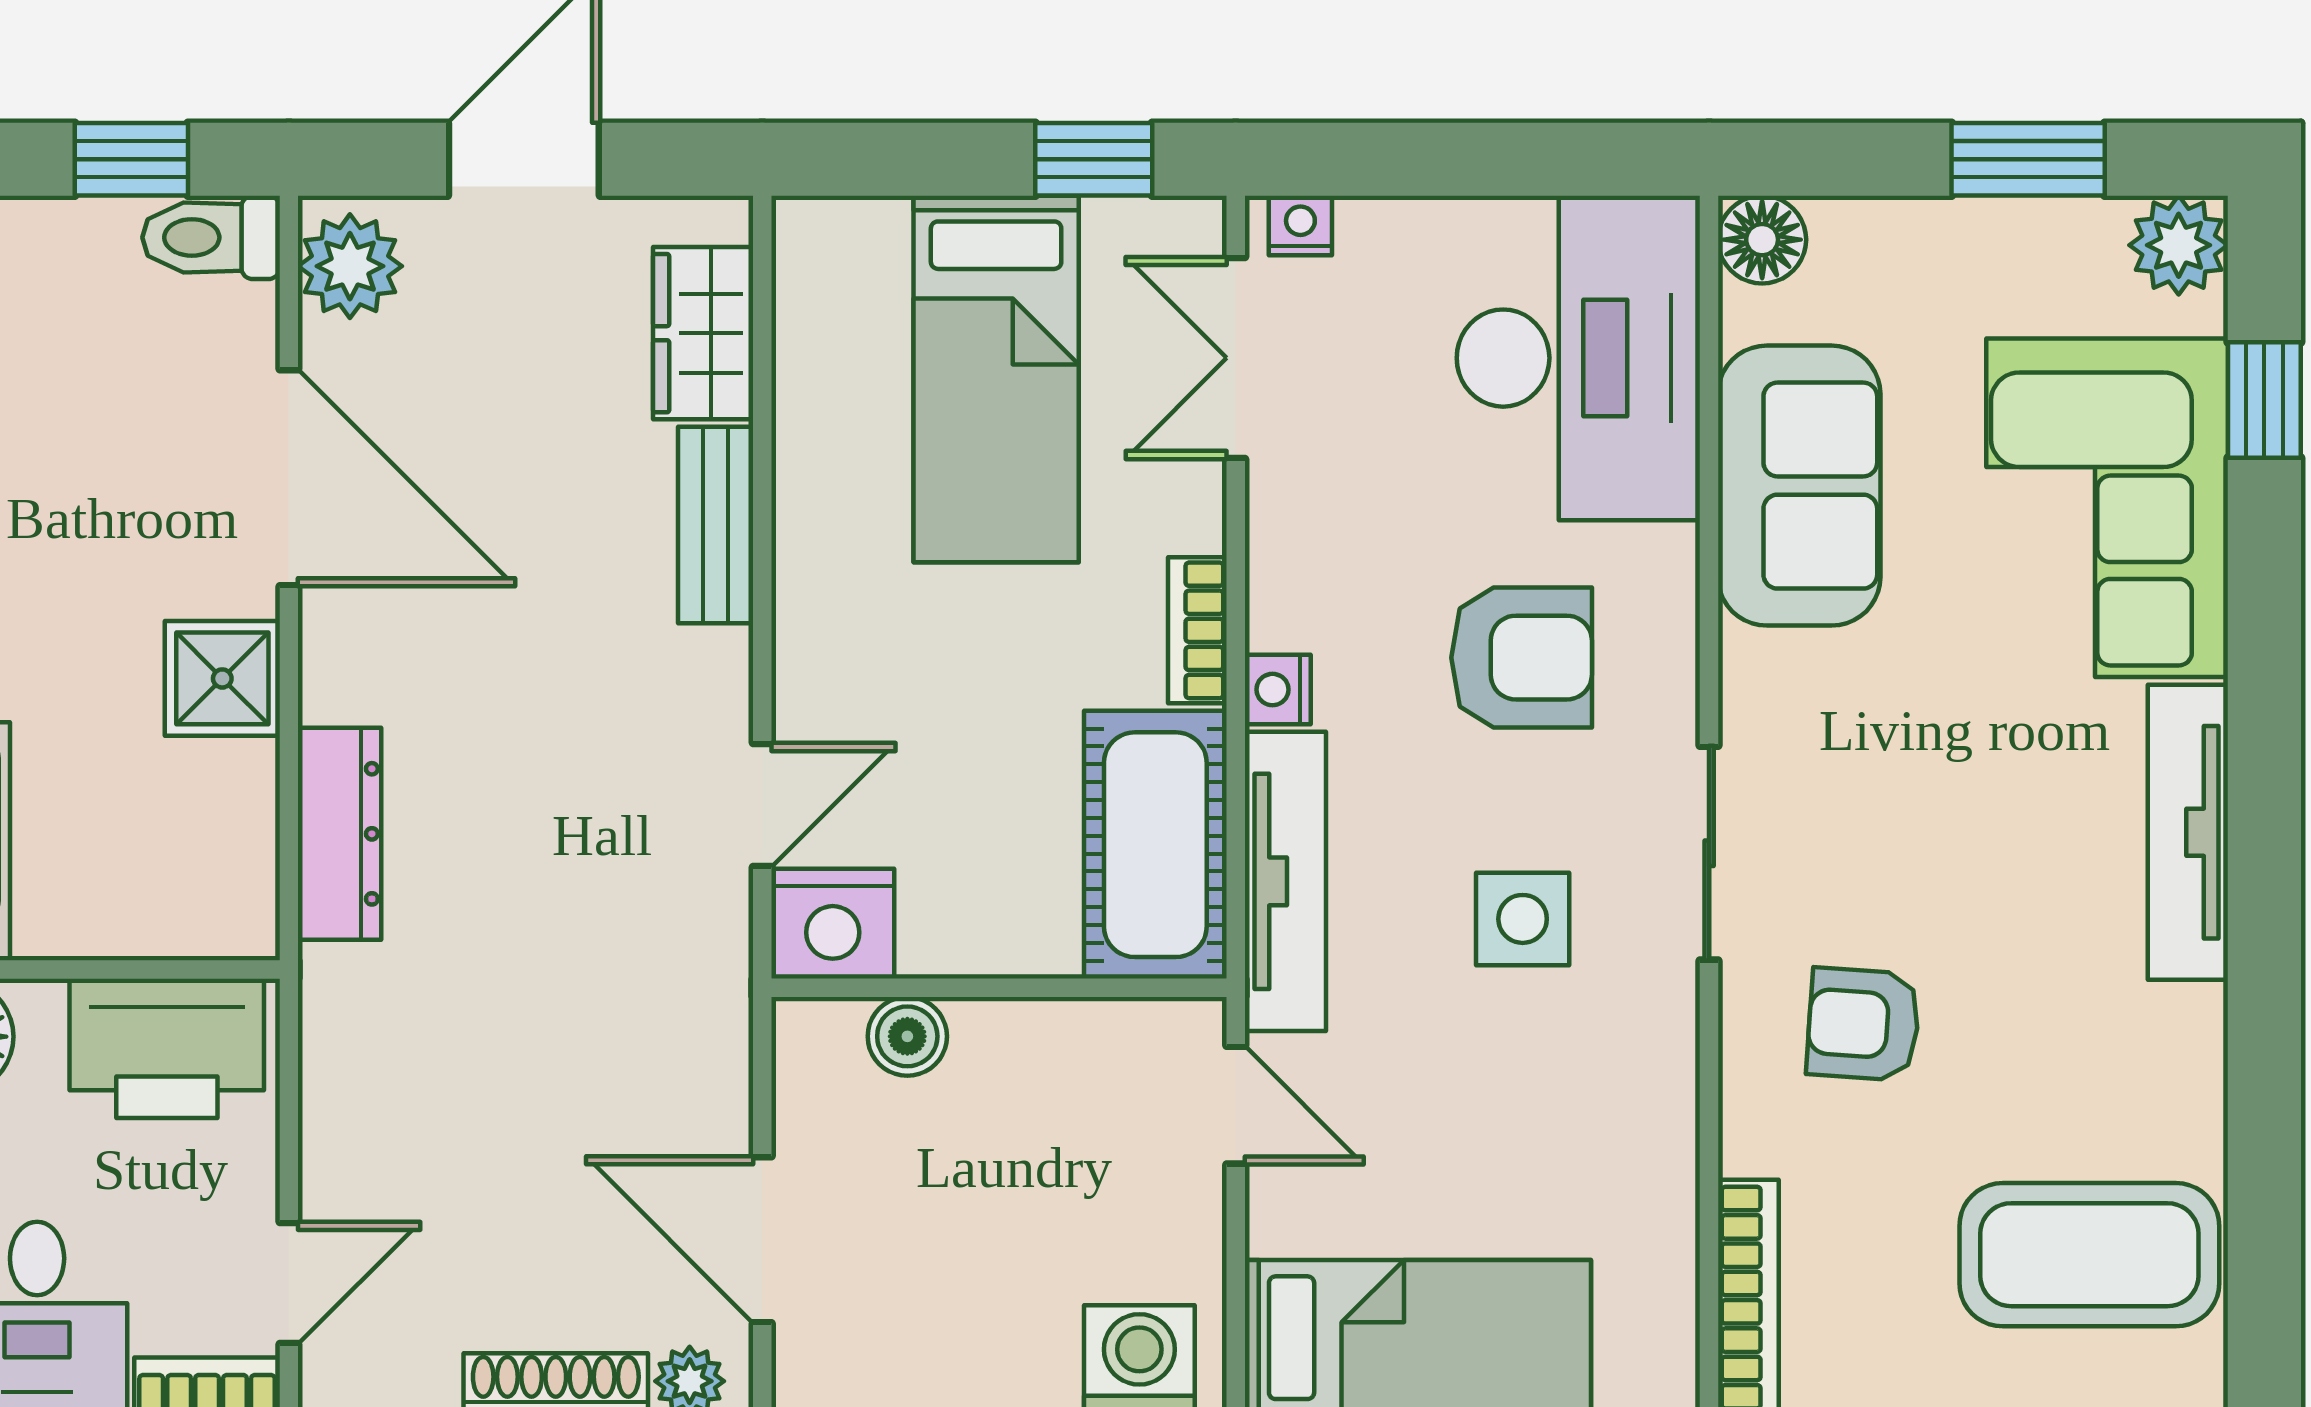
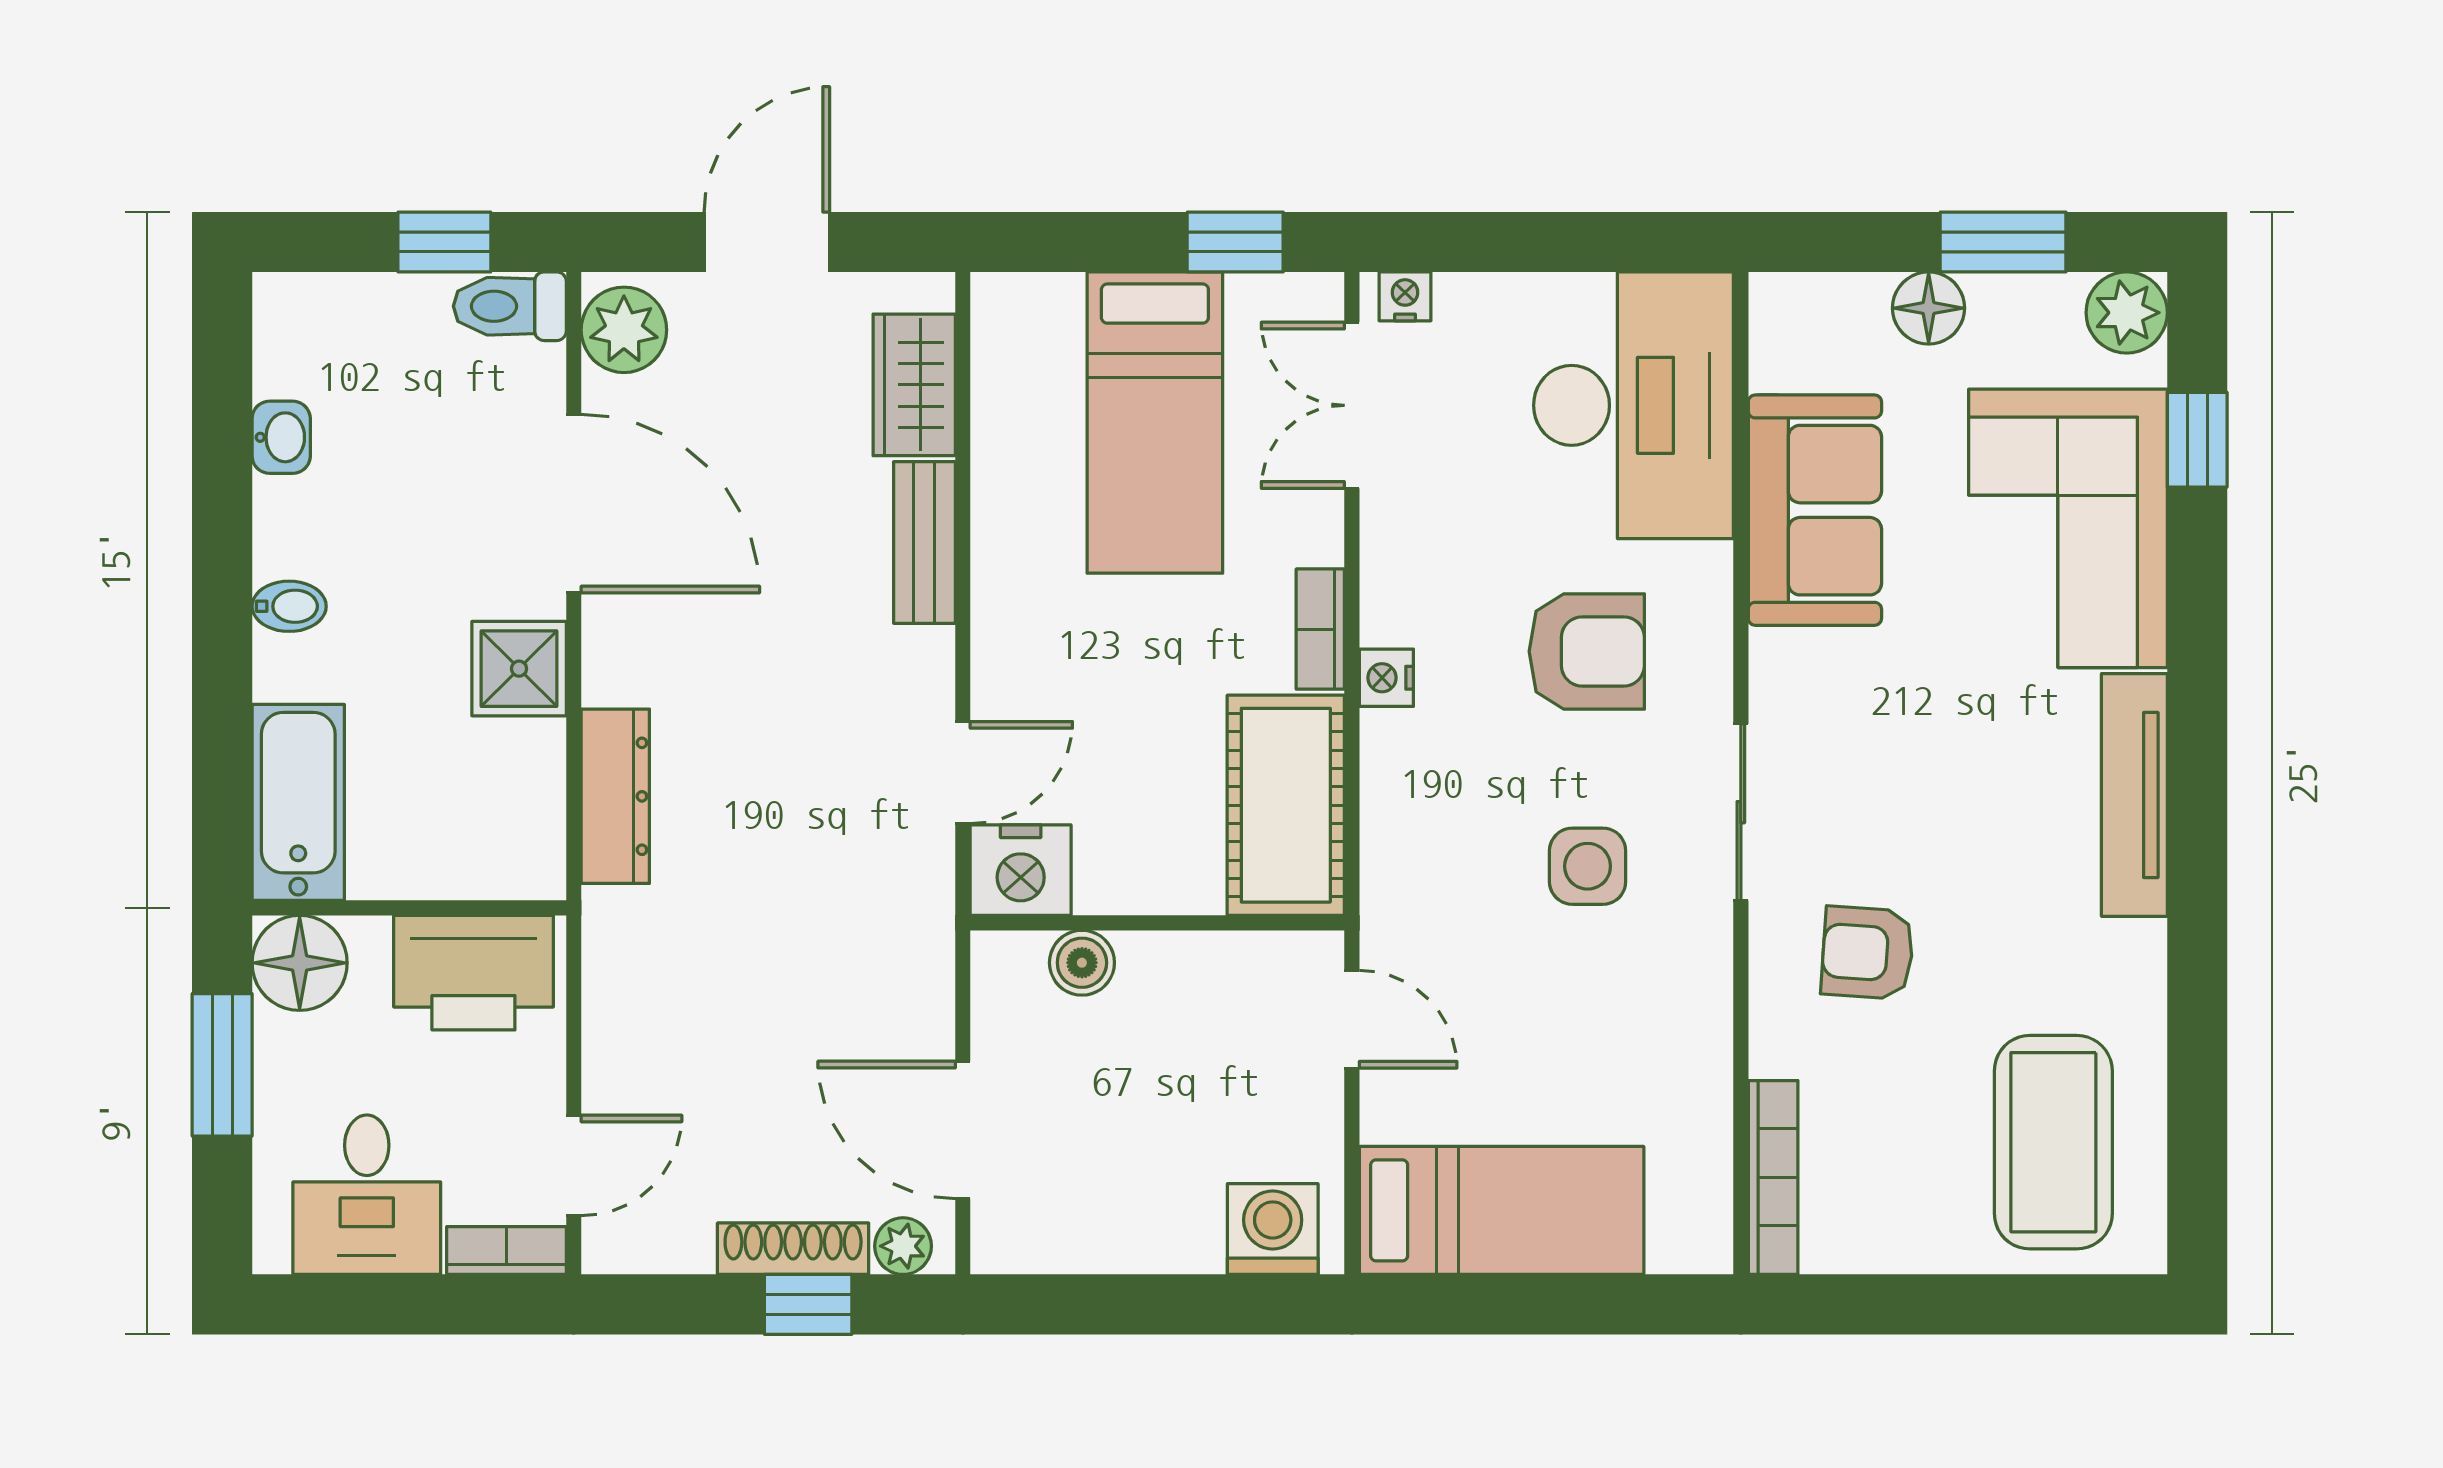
floor lamp: (1762, 240) -> (1929, 308), moved
tv unit: (1285, 881) -> (1393, 835), removed
coffee table: (2089, 1255) -> (2053, 1142), turned 90

